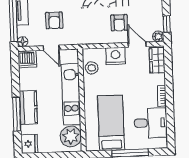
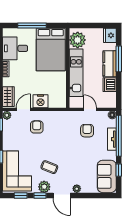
door: (137, 45) -> (23, 109), swing flipped
dishwasher: (27, 59) -> (110, 85), moved, turned -90
stool: (92, 68) -> (59, 93), removed
bed: (111, 123) -> (51, 49), width x1.50

